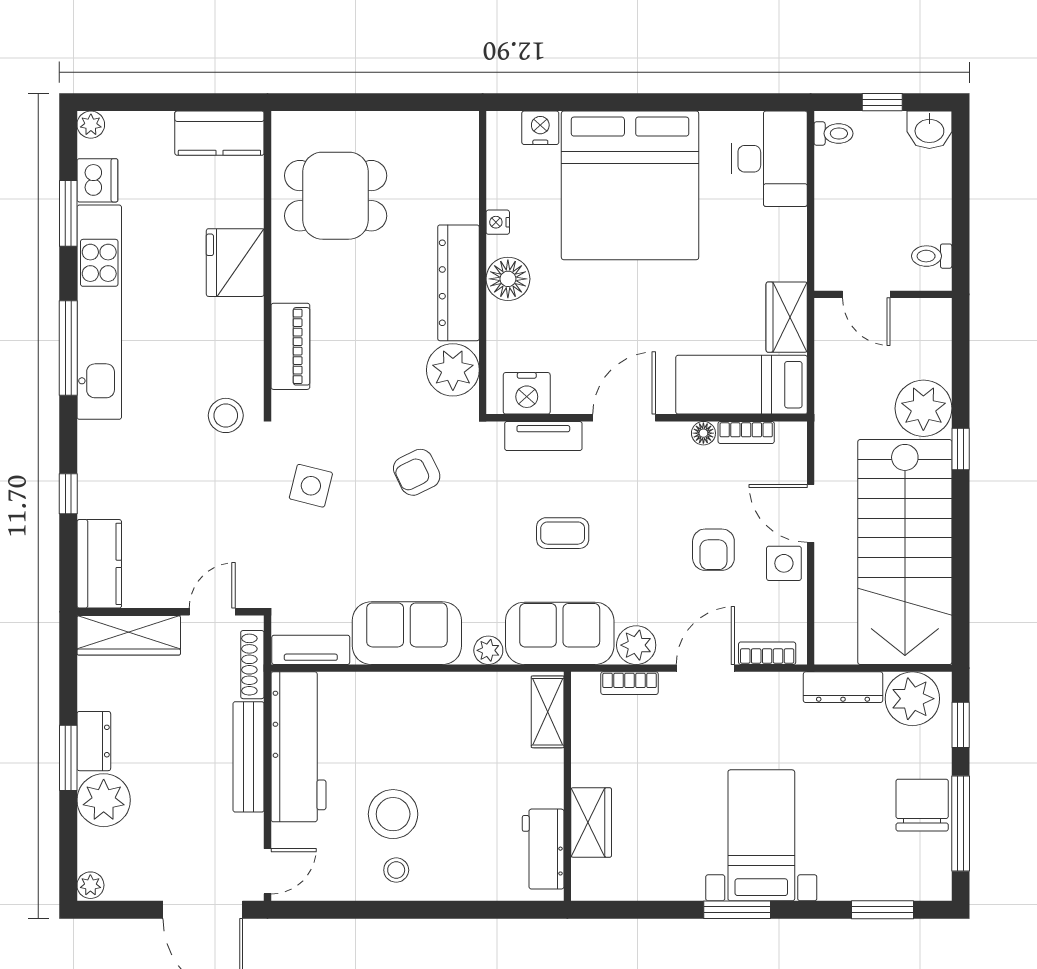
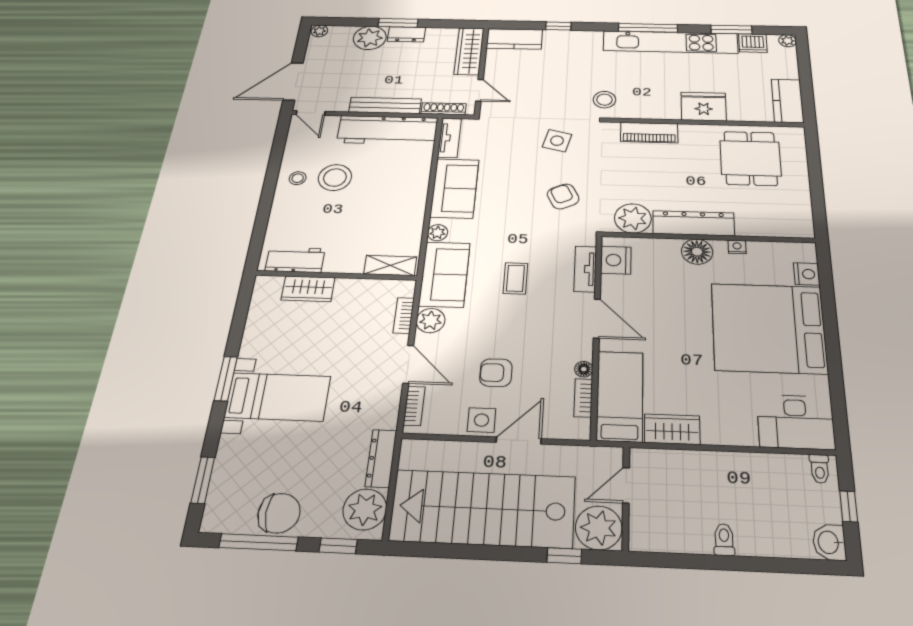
door: (866, 294) -> (626, 485), moved
wall: (883, 294) -> (626, 498), moved

